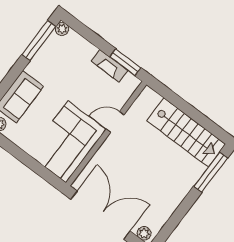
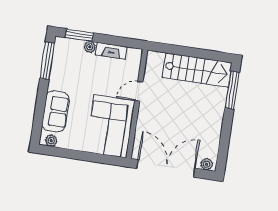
plant: (62, 29) -> (90, 47), moved
window: (125, 62) -> (79, 35), moved

